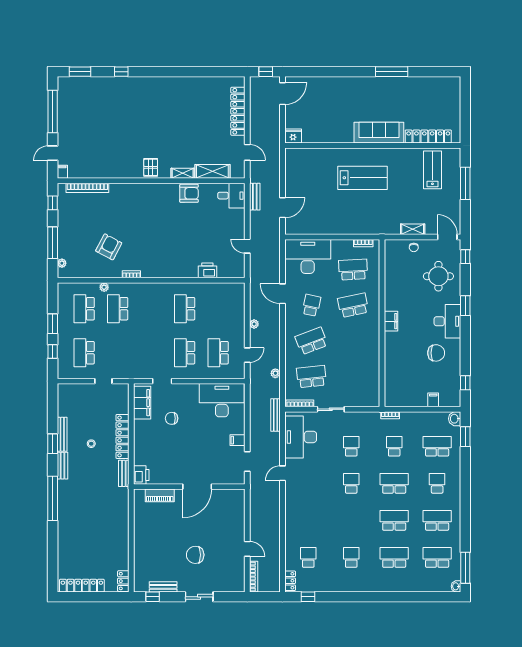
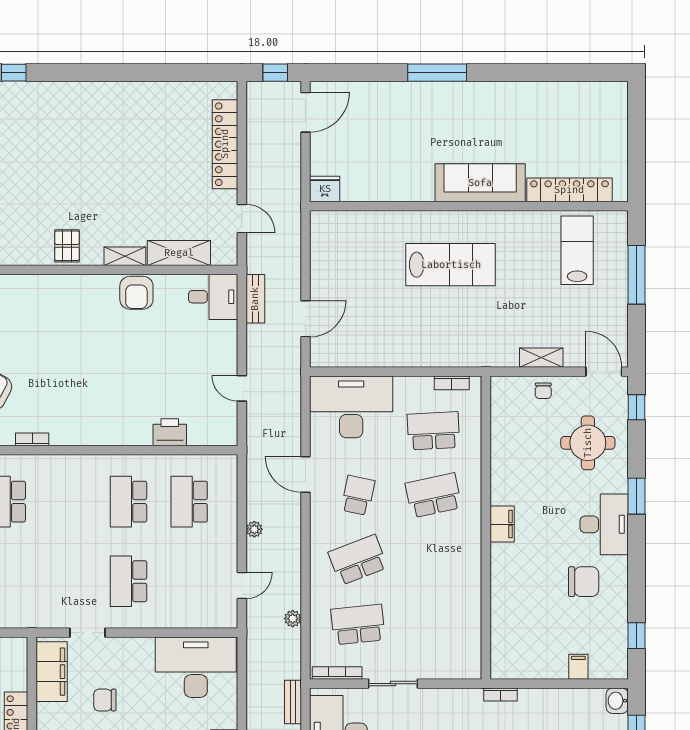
window: (392, 72) -> (437, 73), moved
armchair: (189, 193) -> (136, 293), turned 90
school desk: (218, 353) -> (189, 502), moved
bench: (275, 415) -> (293, 702), width x0.73

